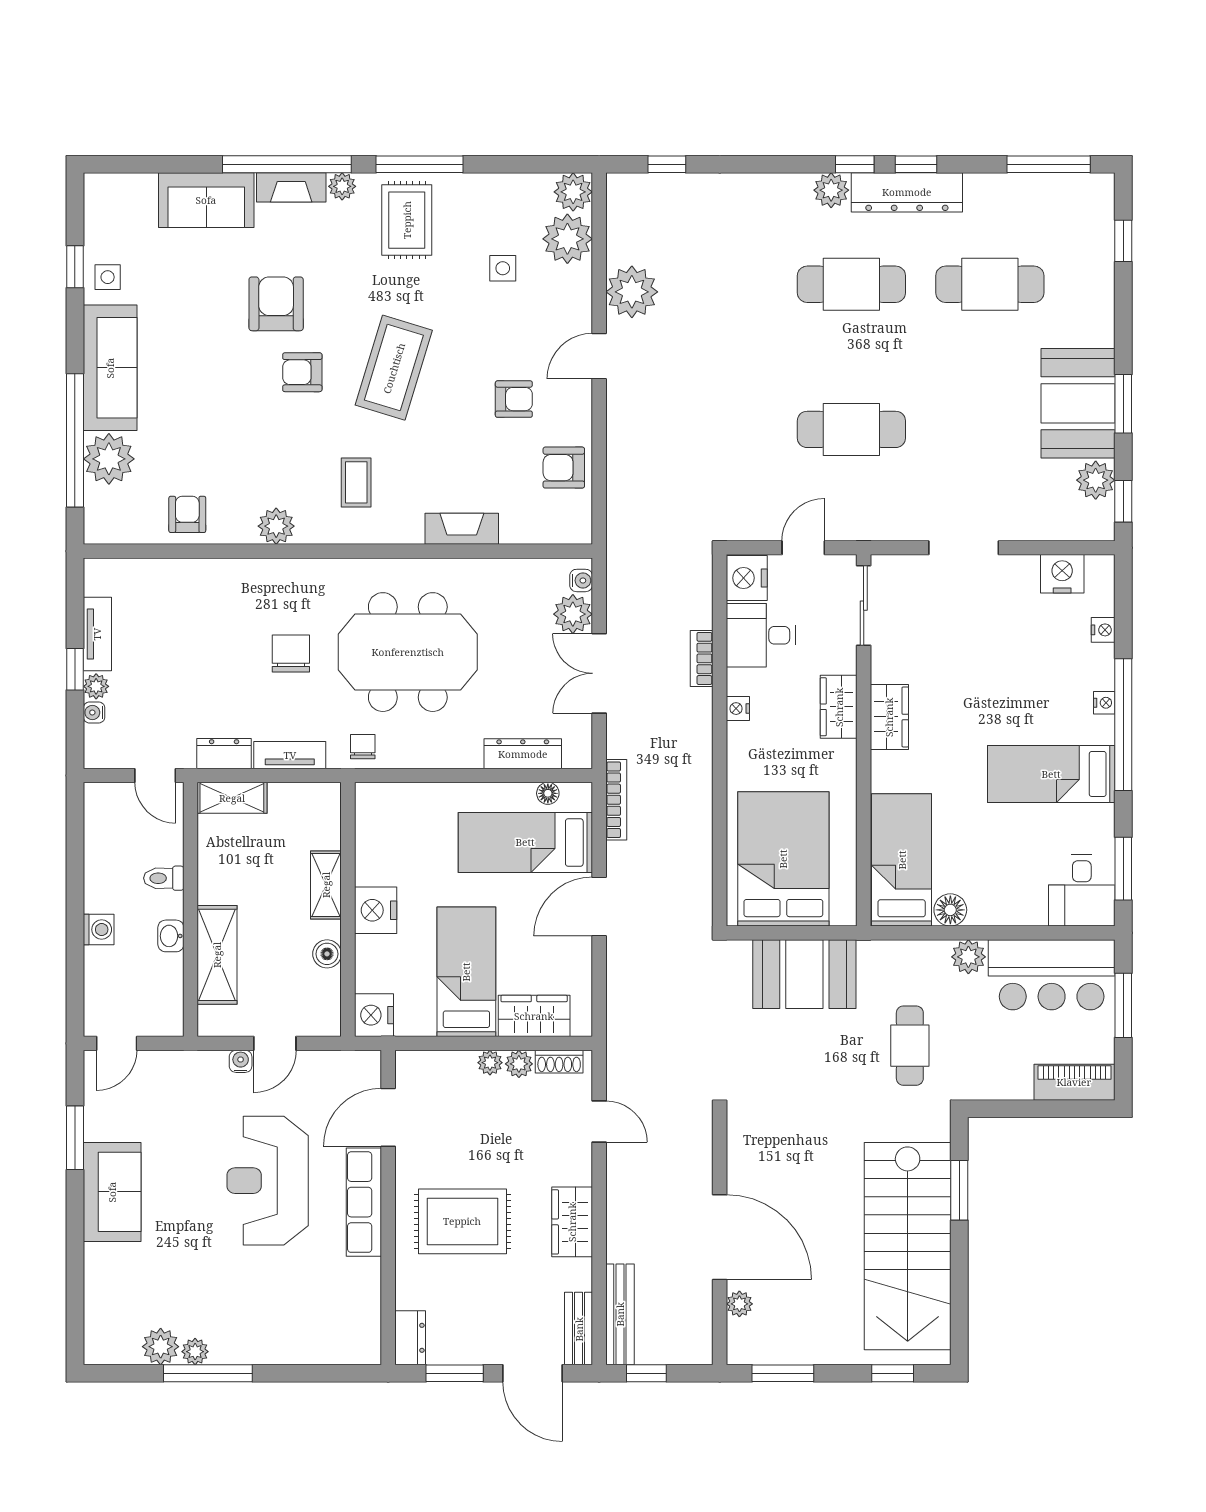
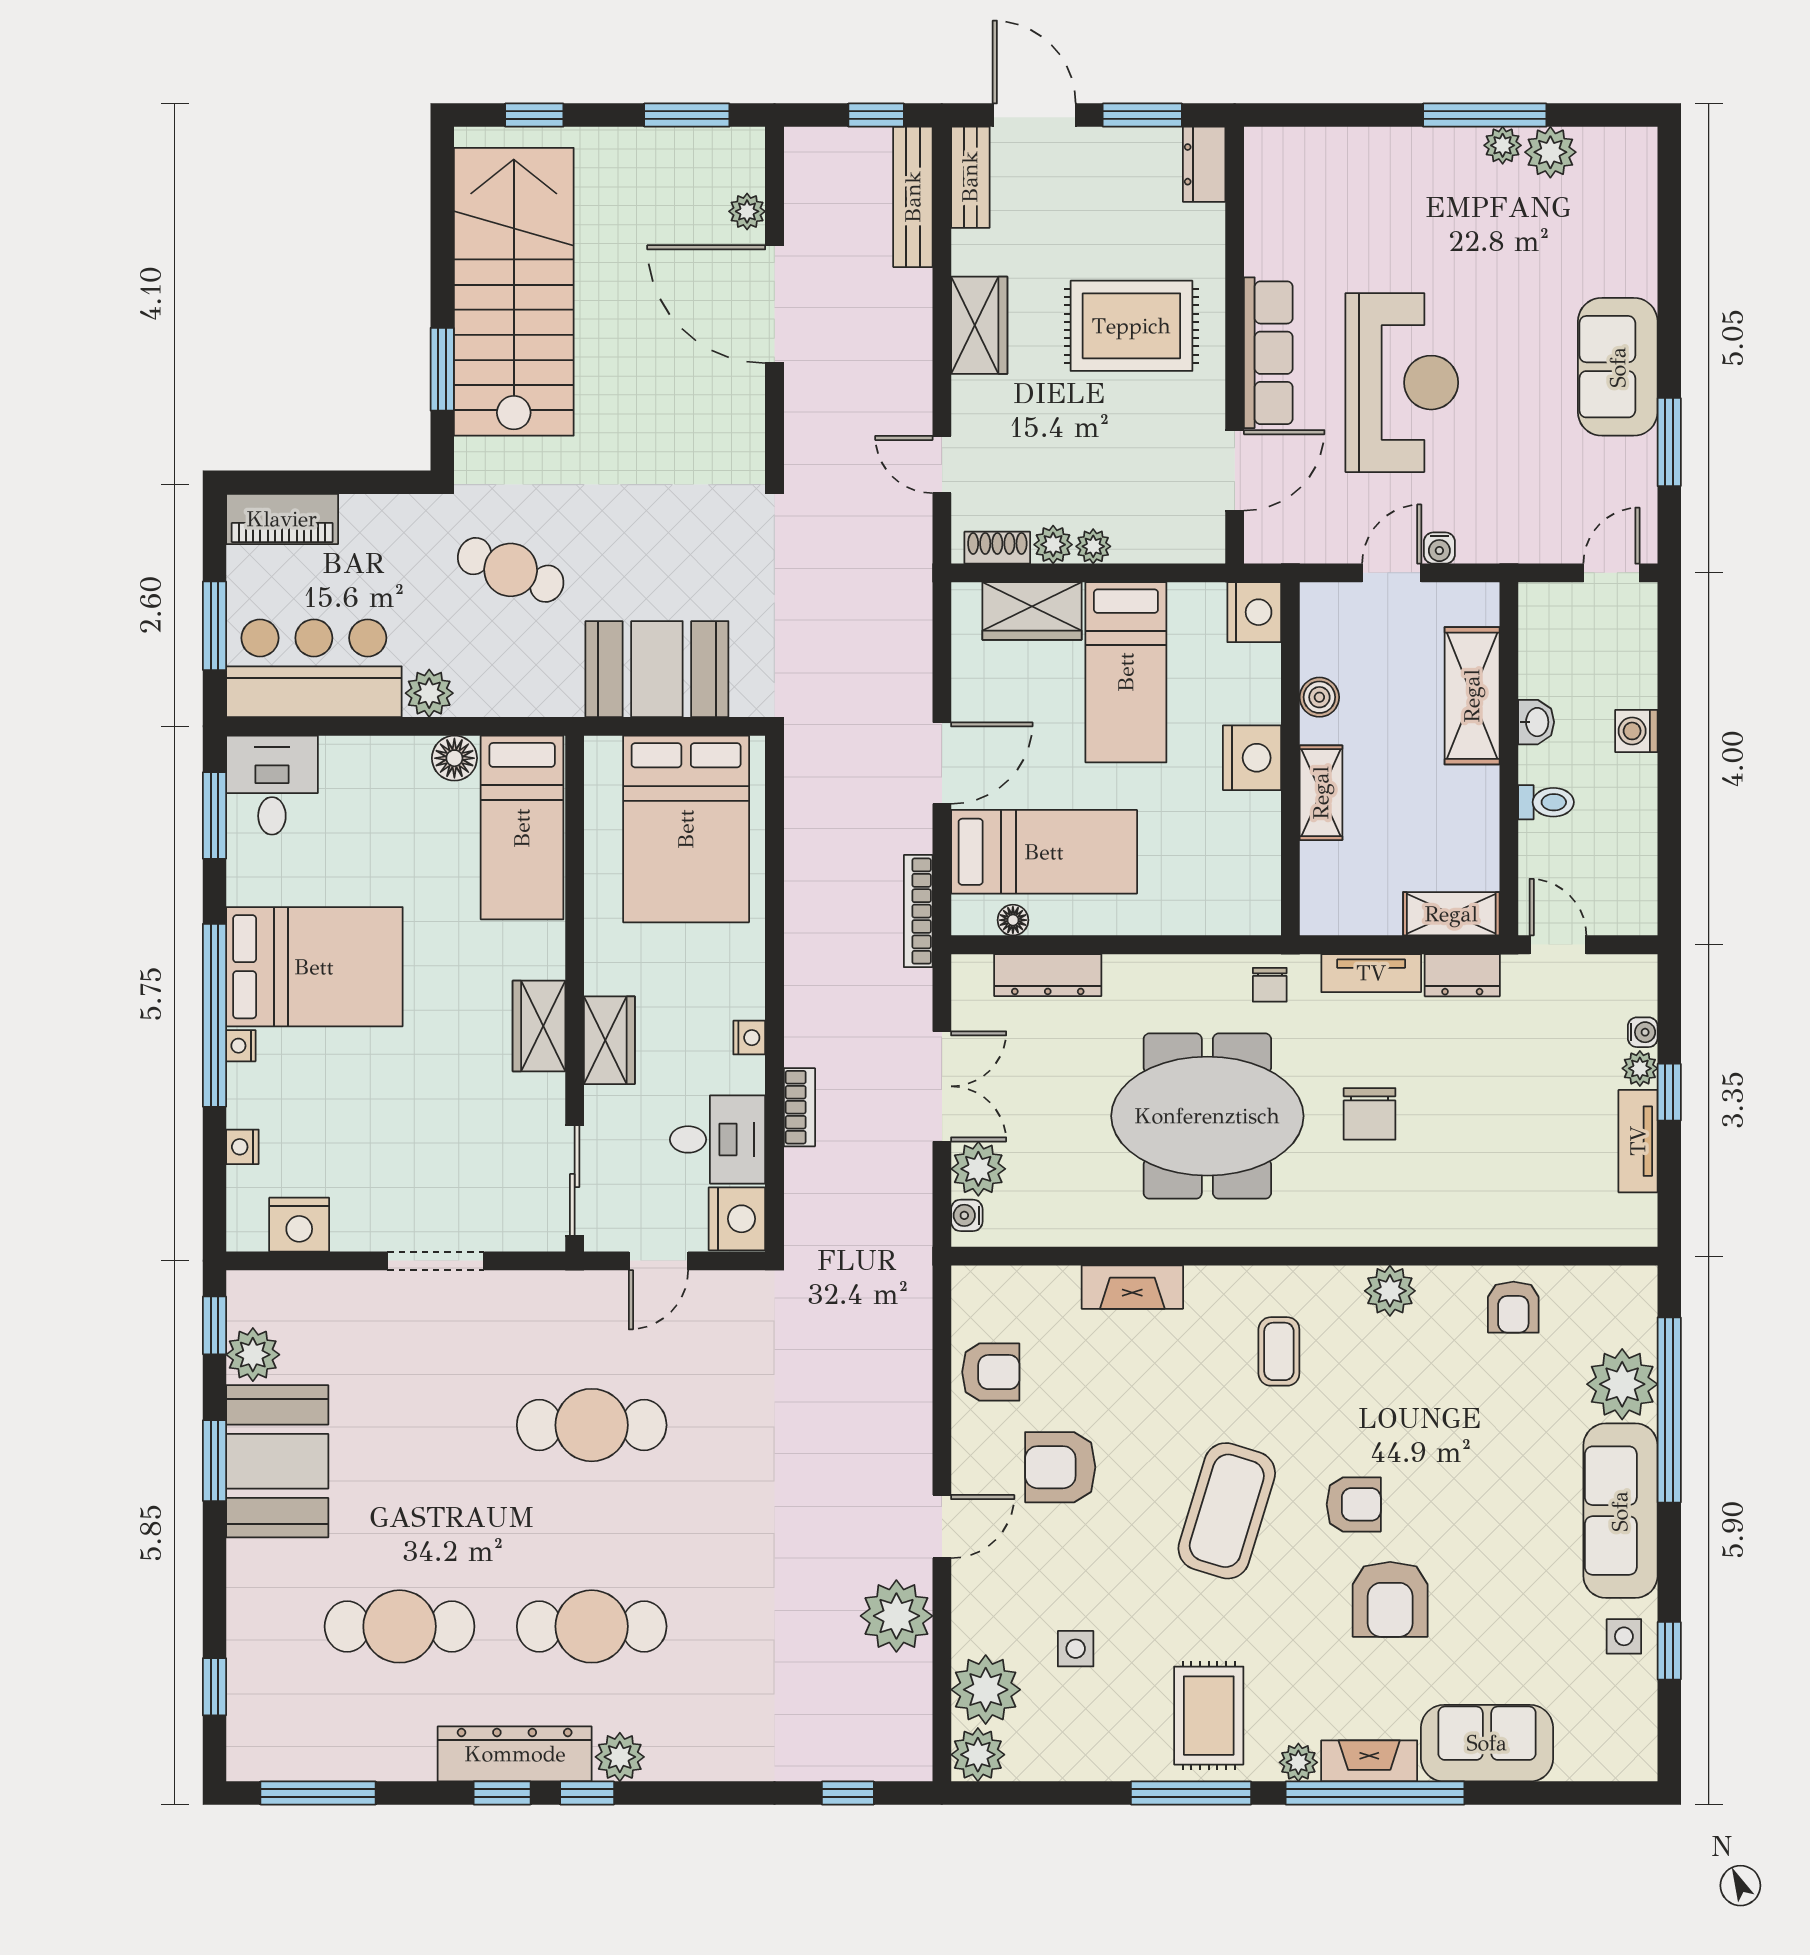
armchair: (514, 399) -> (1060, 1467), width x1.38, depth x1.38
bed: (1051, 774) -> (314, 967), width x1.50
cafe table: (910, 1046) -> (511, 570), turned -69

